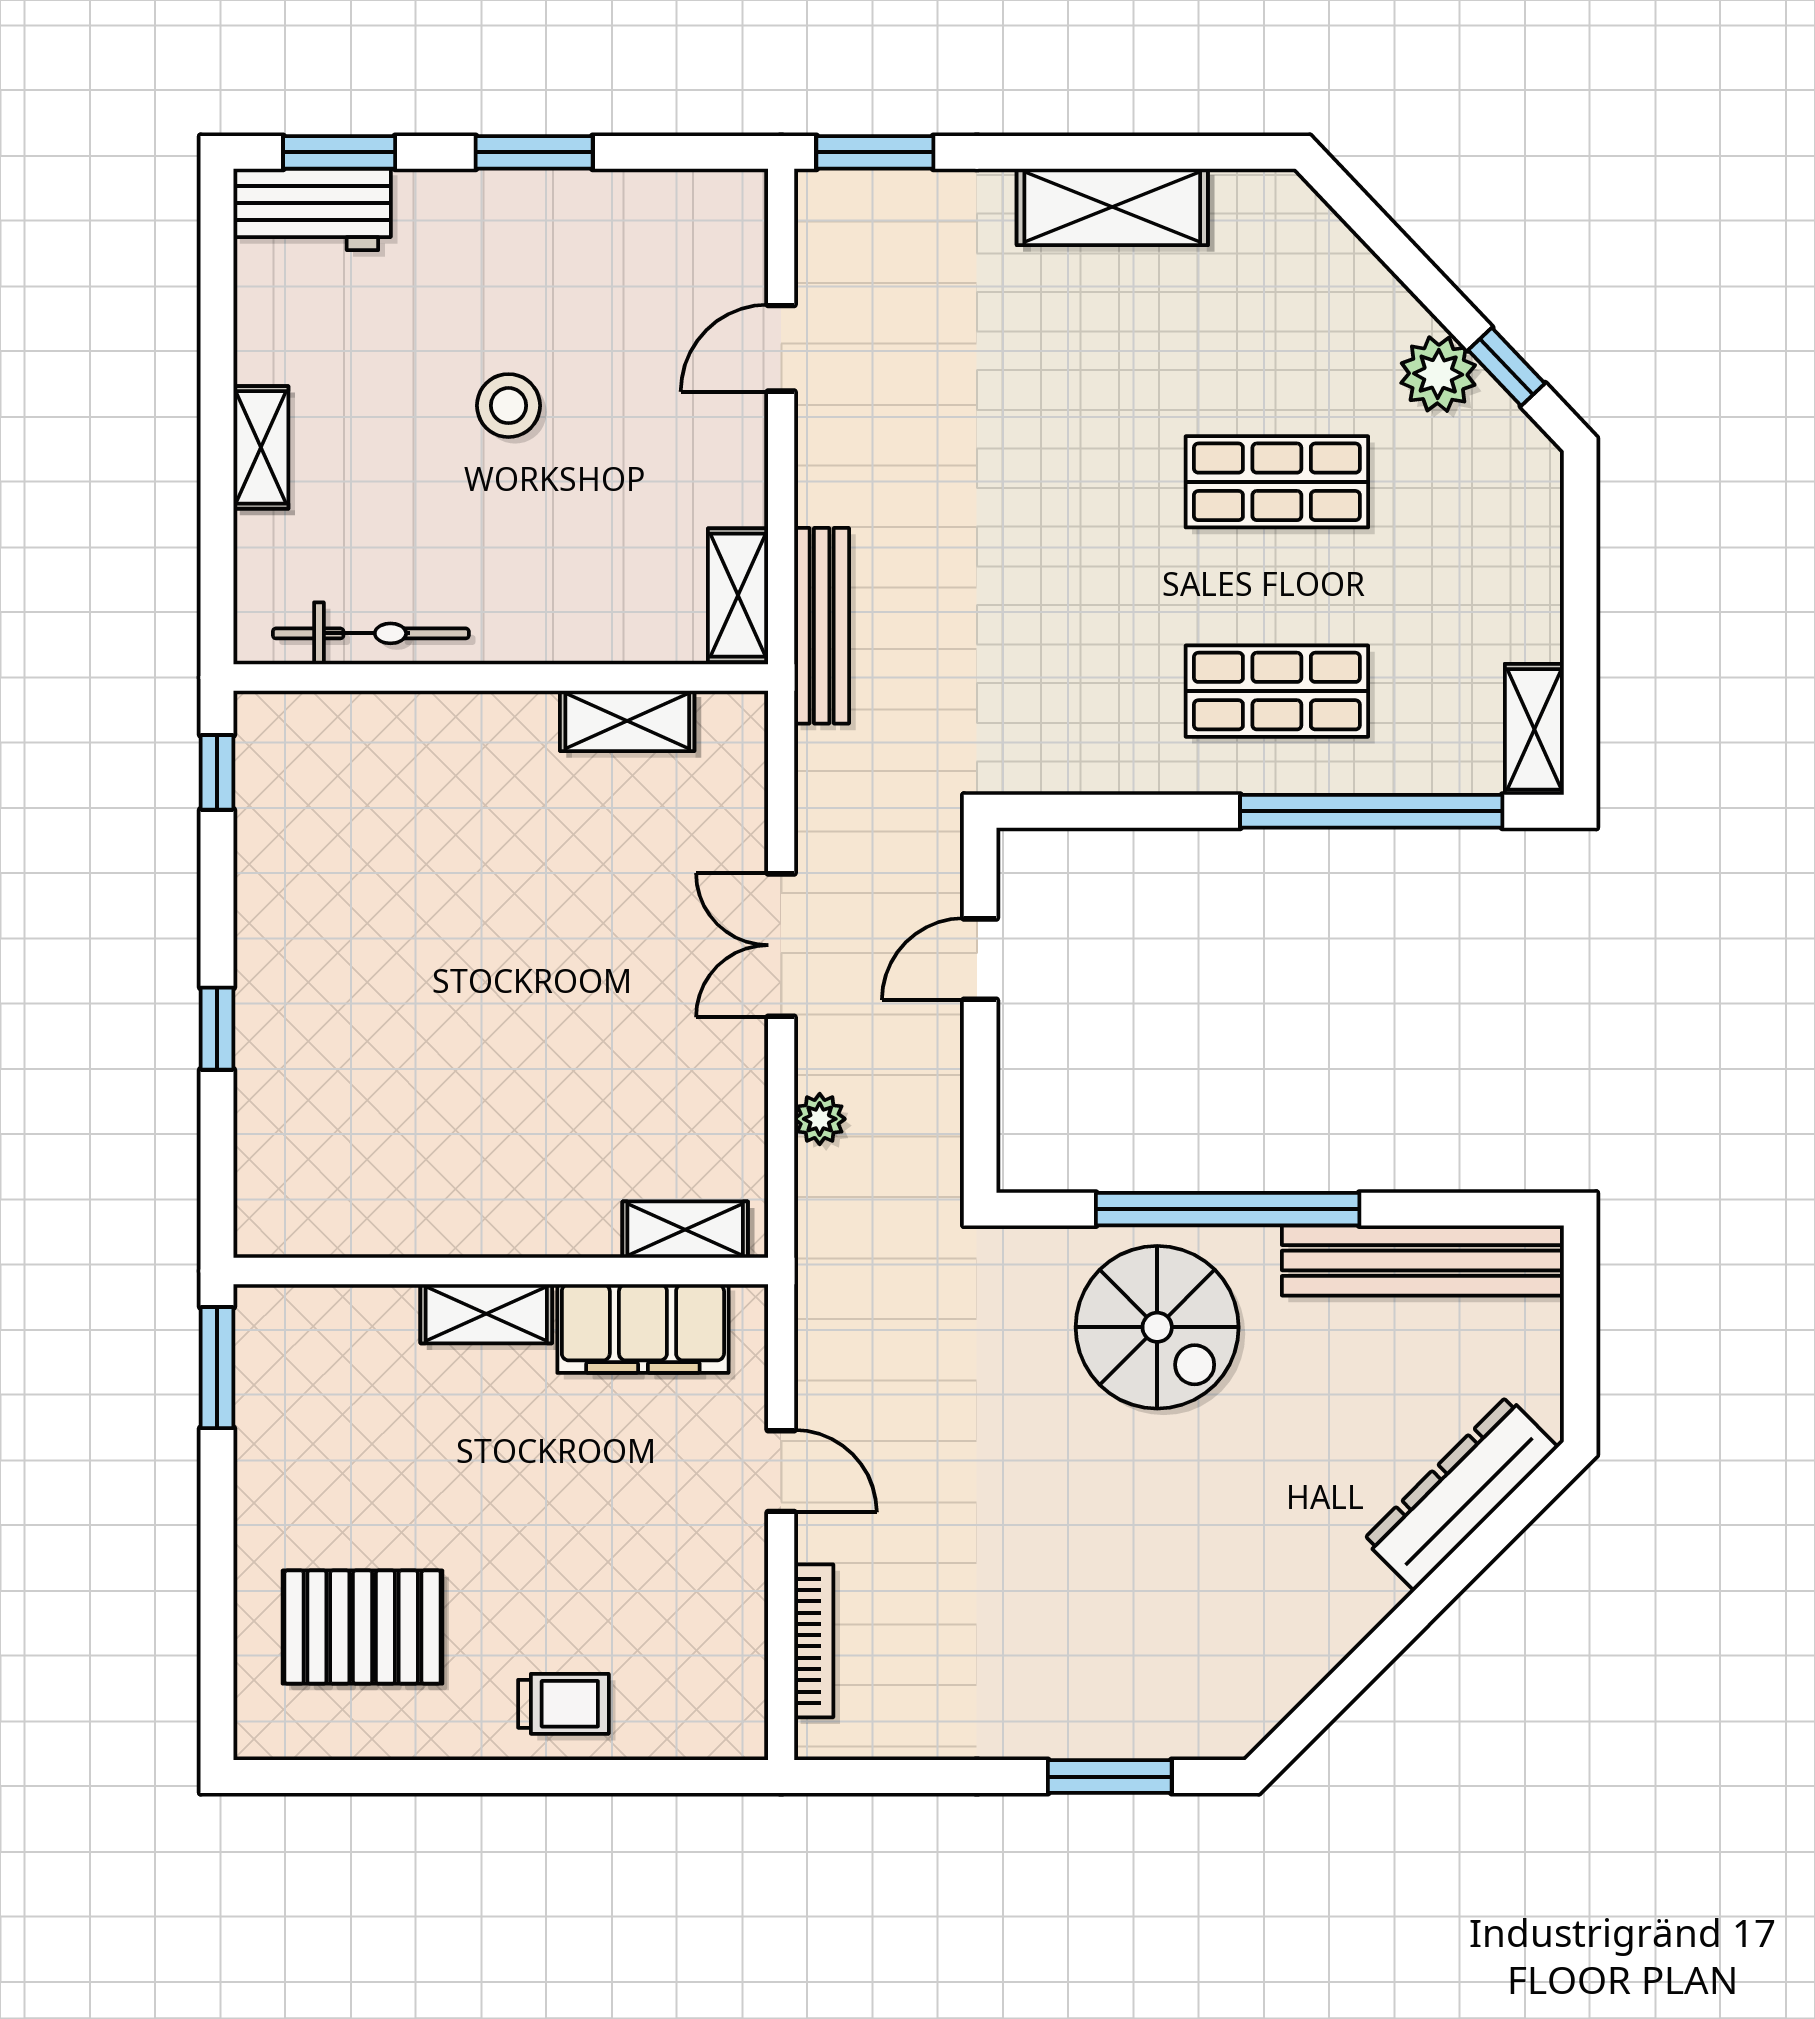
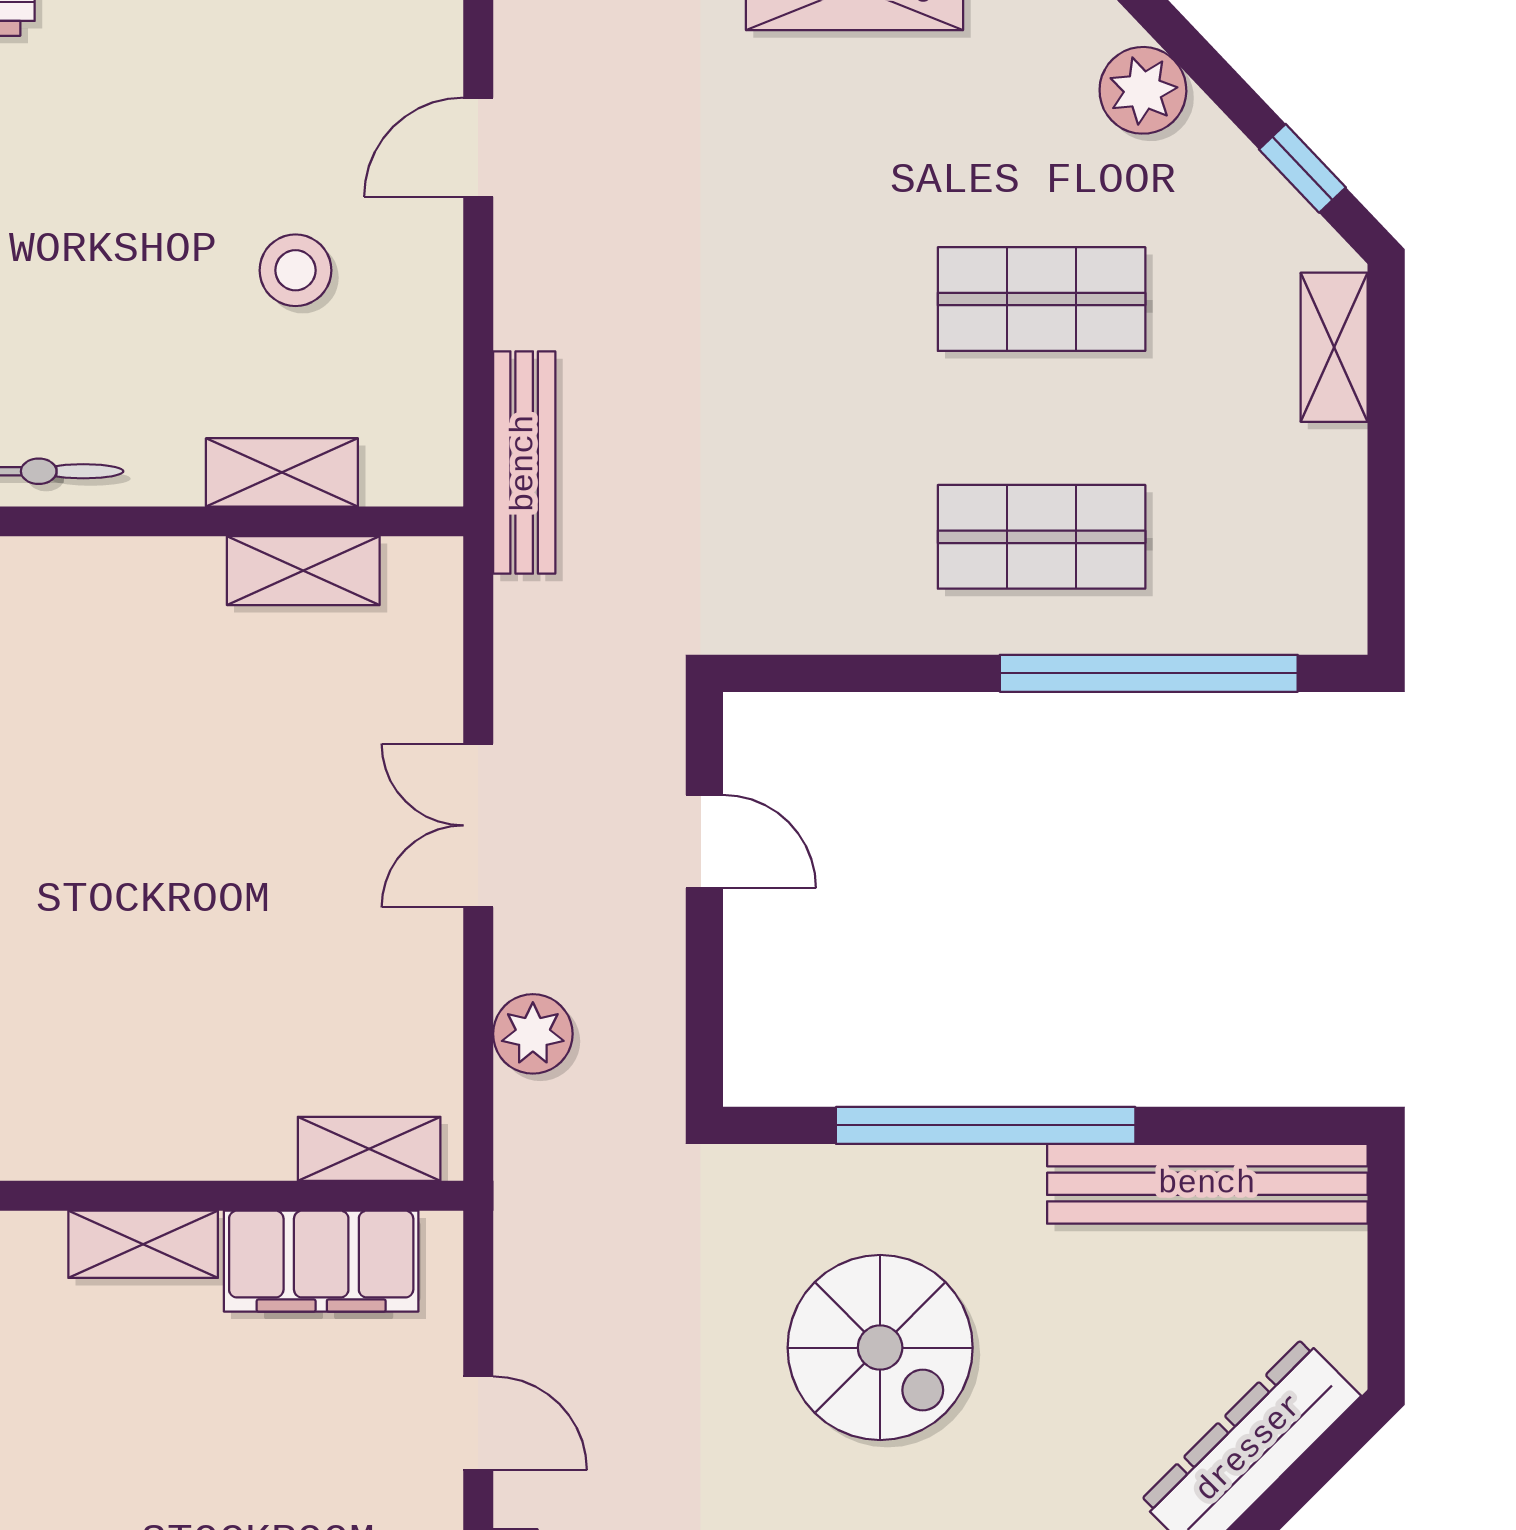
plant: (1438, 374) -> (1143, 90), moved
stool: (508, 406) -> (295, 270), moved
shelving: (738, 595) -> (282, 472), moved, turned 90
shelving: (1534, 729) -> (1334, 347), moved
door: (980, 959) -> (704, 841), swing flipped
plant: (820, 1119) -> (533, 1034), width x1.38, depth x1.38
spiral stairs: (1157, 1327) -> (880, 1348), moved

